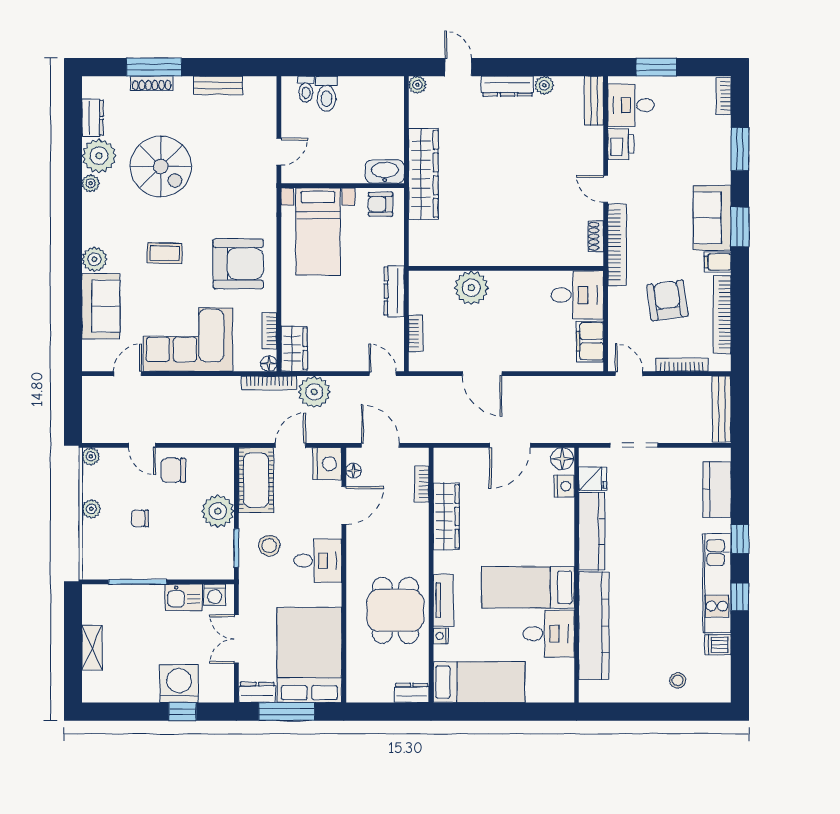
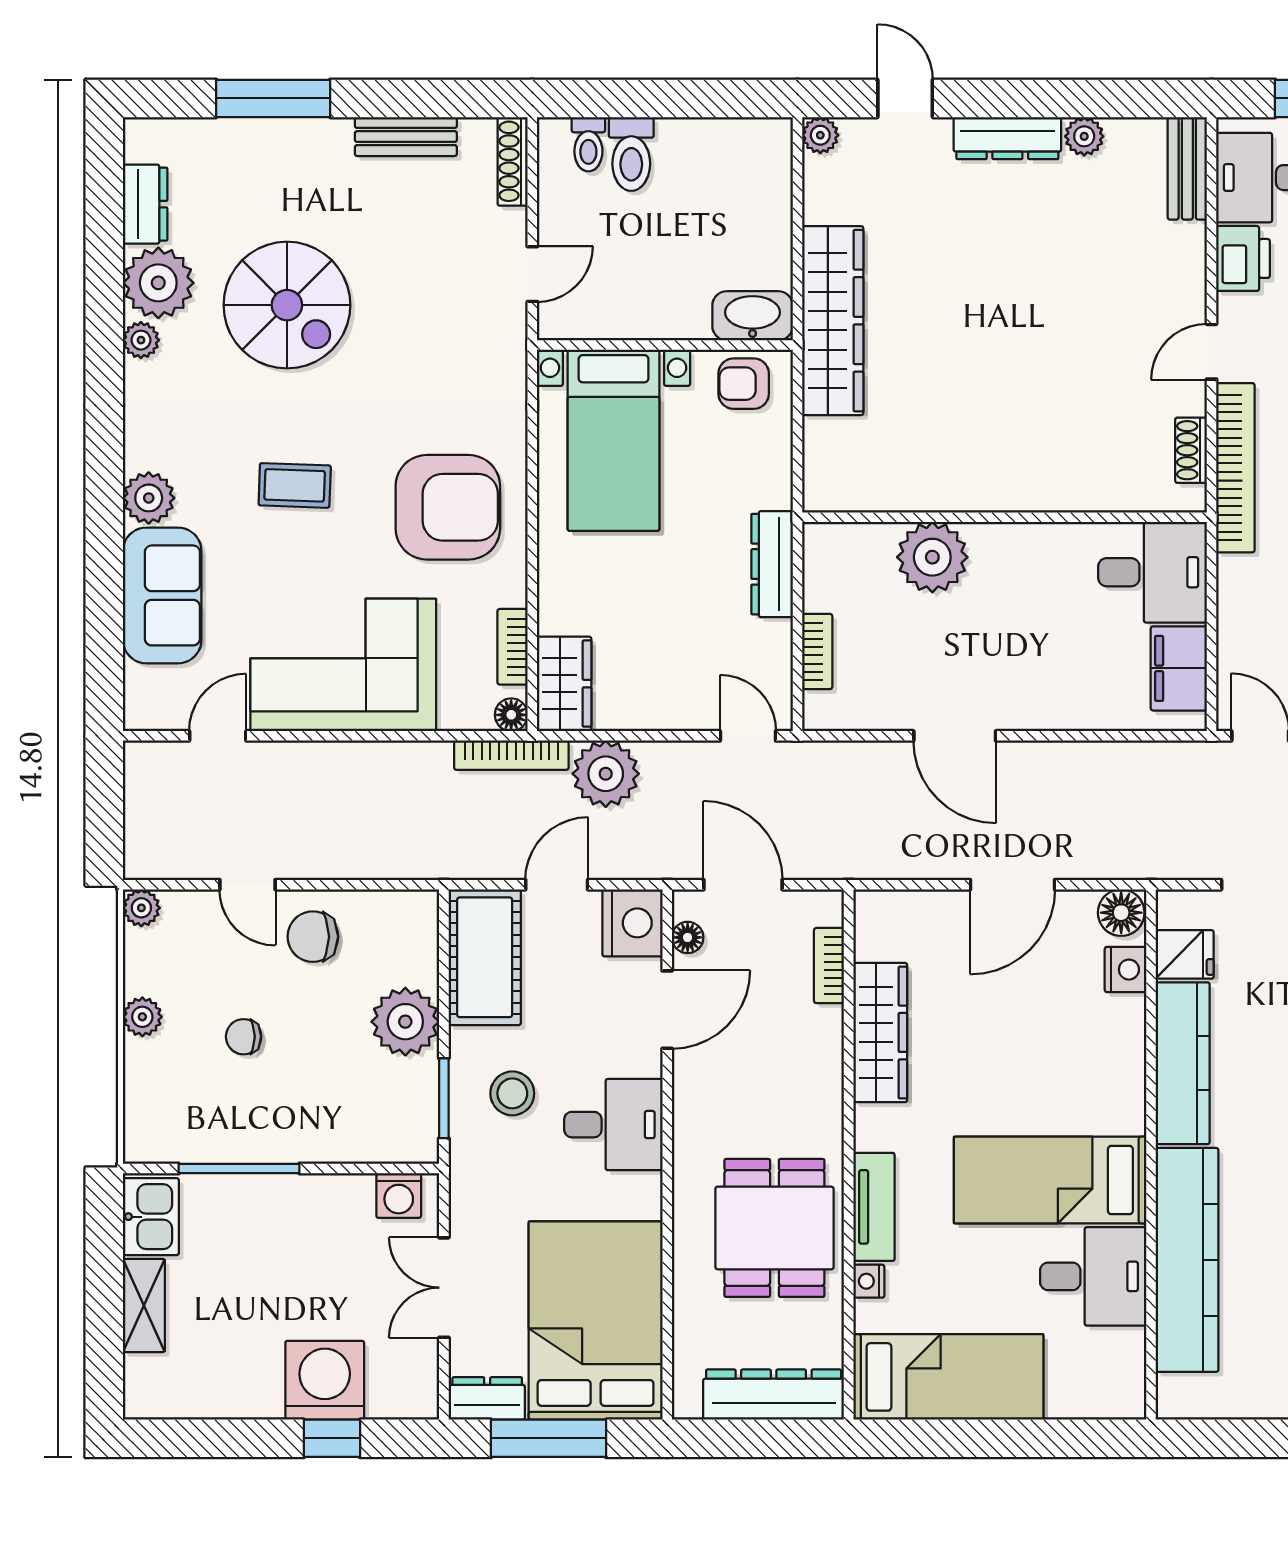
shoe rack: (152, 83) -> (513, 161), moved, turned 90
door: (606, 189) -> (1212, 352), hinge flipped
kitchen sink: (183, 597) -> (151, 1217), moved, turned -90
dresser: (412, 693) -> (774, 1395), width x1.96, depth x1.24

